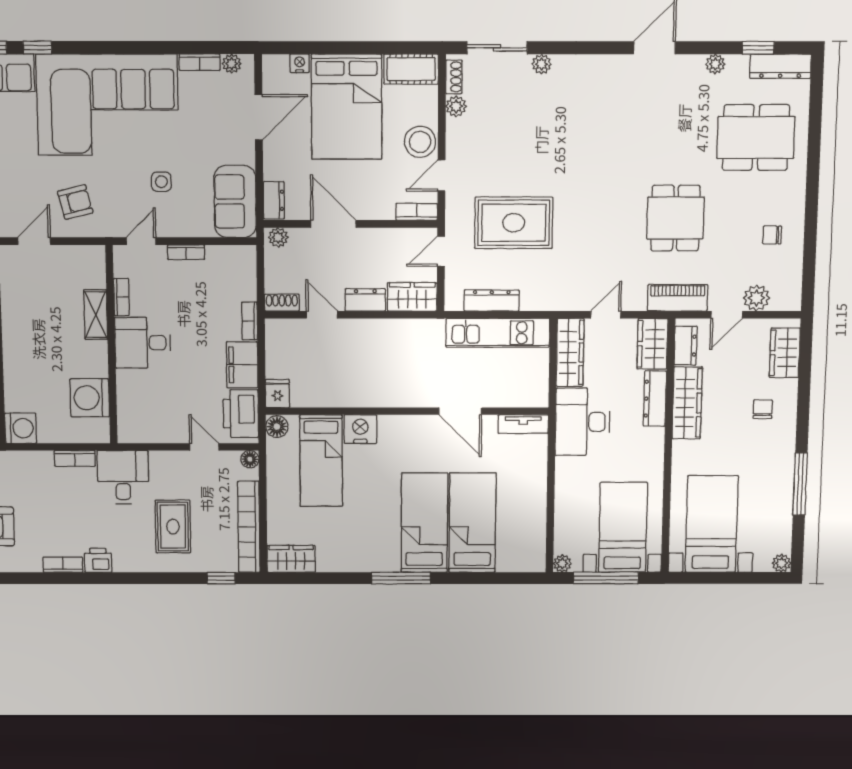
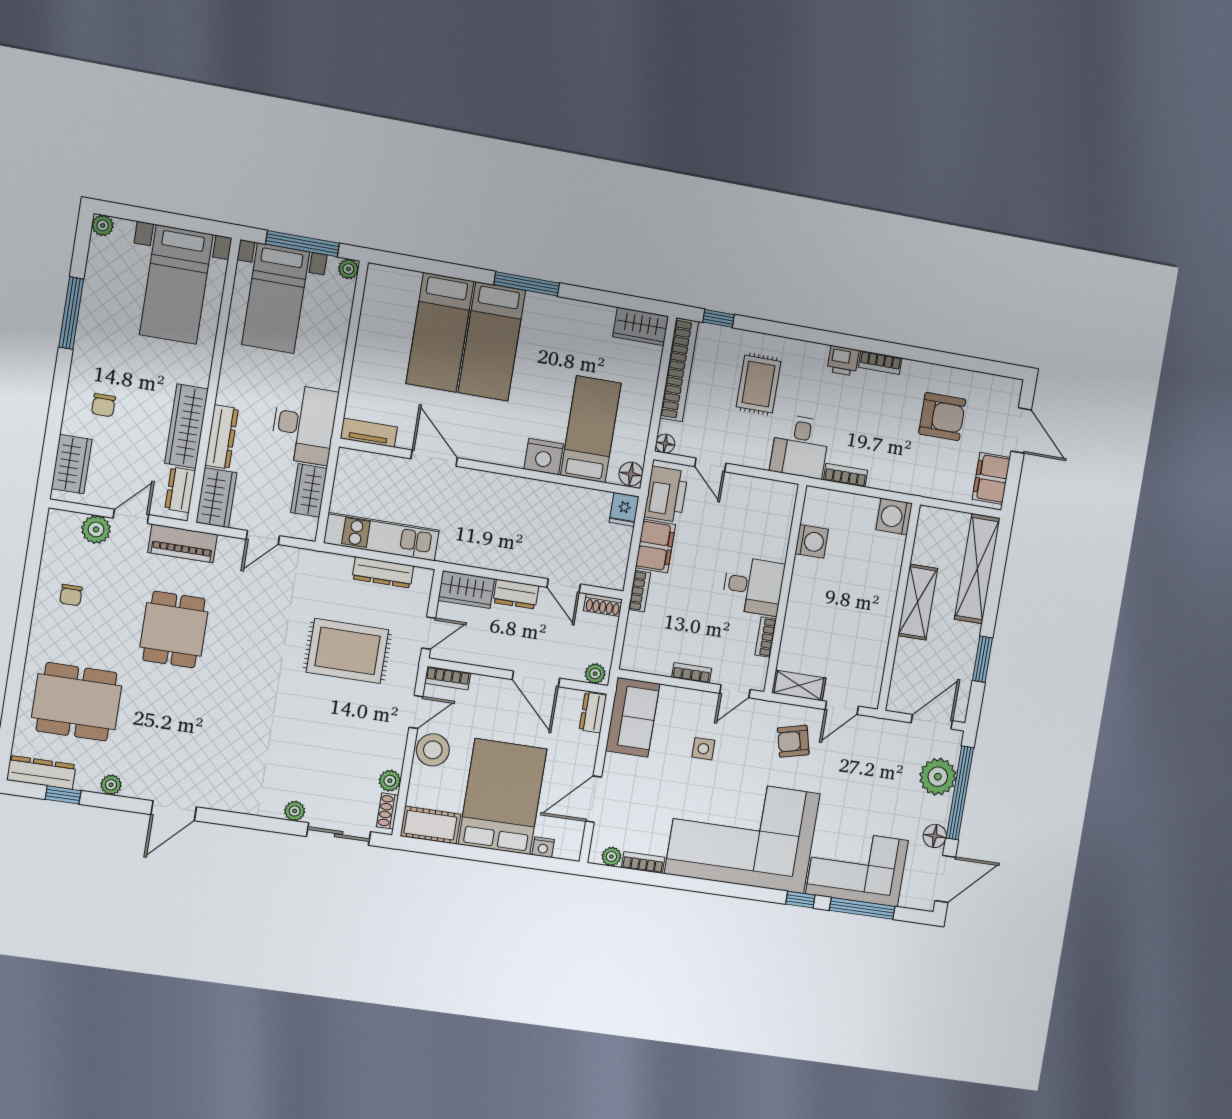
chair: (772, 235) -> (71, 595), turned 90
shelving: (96, 315) -> (799, 685), moved, turned 90
wardrobe: (570, 352) -> (309, 490), width x0.67
washing machine: (90, 398) -> (812, 541), width x0.73, depth x0.73

